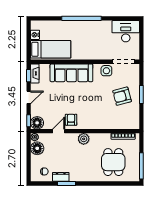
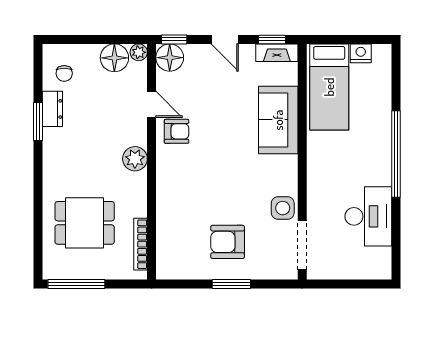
desk: (126, 31) -> (368, 216), moved
sofa: (71, 73) -> (278, 120), width x0.73
armchair: (122, 96) -> (228, 242), turned -75

